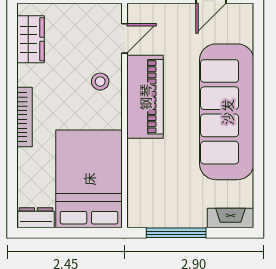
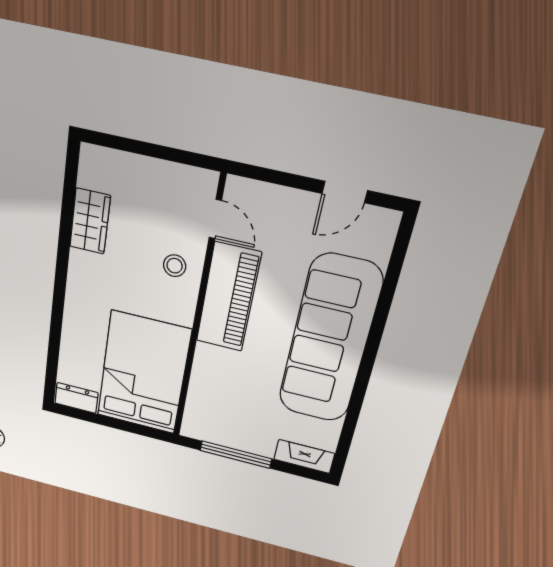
door: (124, 38) -> (215, 219), hinge flipped
wardrobe: (31, 39) -> (90, 221), moved
bookcase: (25, 117) -> (75, 286), removed

